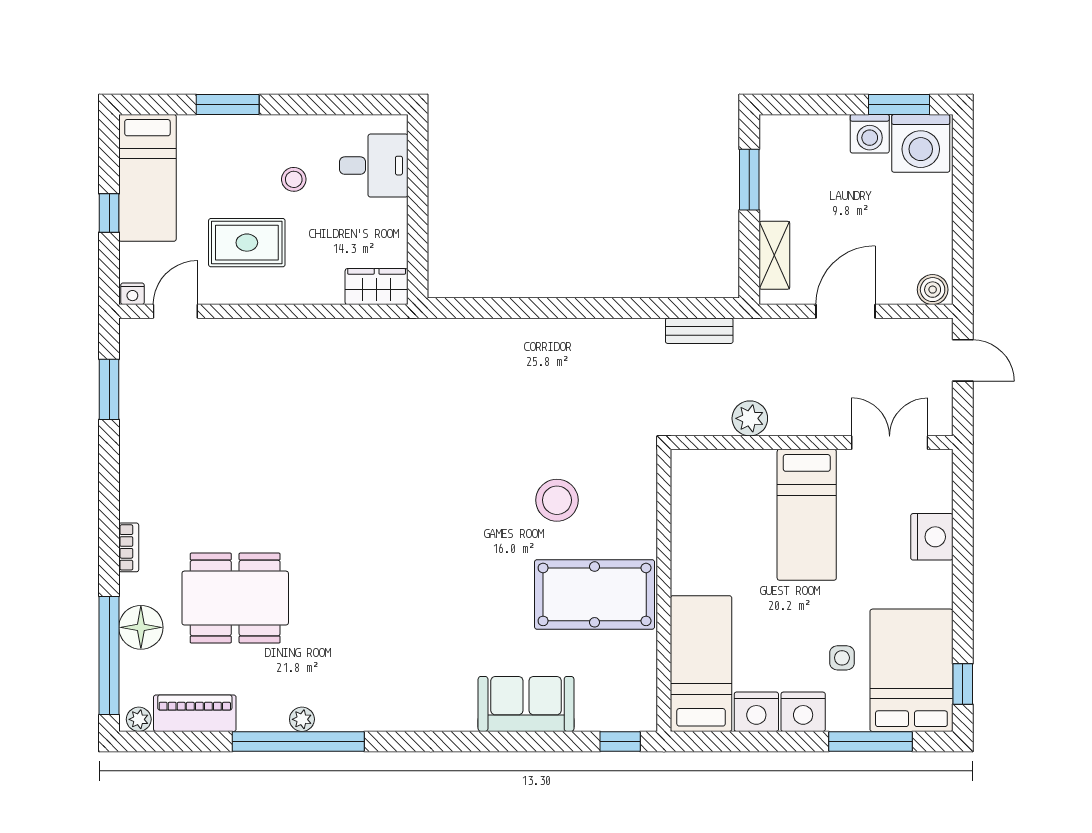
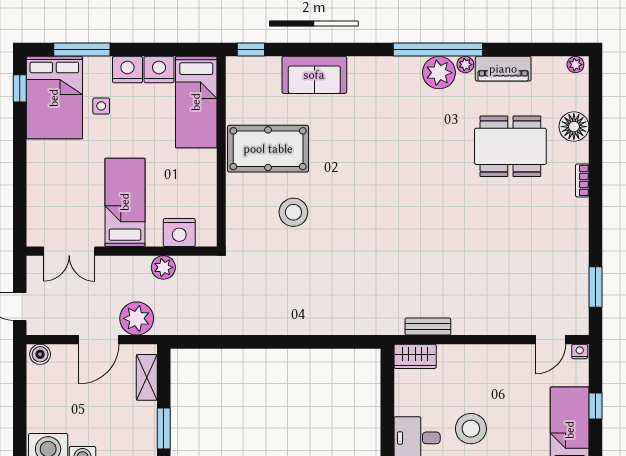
stool: (294, 179) -> (471, 429), width x1.89, depth x1.89
rug: (247, 243) -> (503, 386), removed
bench: (699, 331) -> (428, 327), moved
plant: (790, 343) -> (137, 318), added
nightstand: (932, 537) -> (179, 233), moved, turned -90
window: (109, 656) -> (595, 108), removed
plant: (341, 707) -> (439, 73), added
piano: (195, 713) -> (503, 69), moved
window: (298, 741) -> (438, 50), moved

